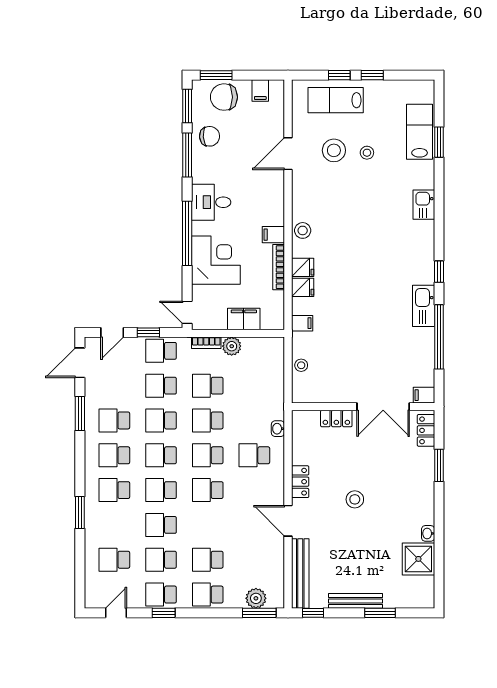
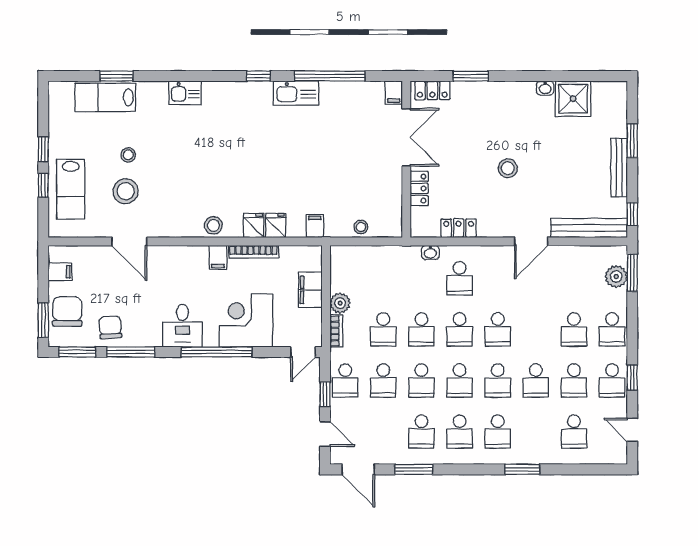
chair: (224, 97) -> (67, 312), turned 180
locker: (300, 482) -> (459, 228), moved

